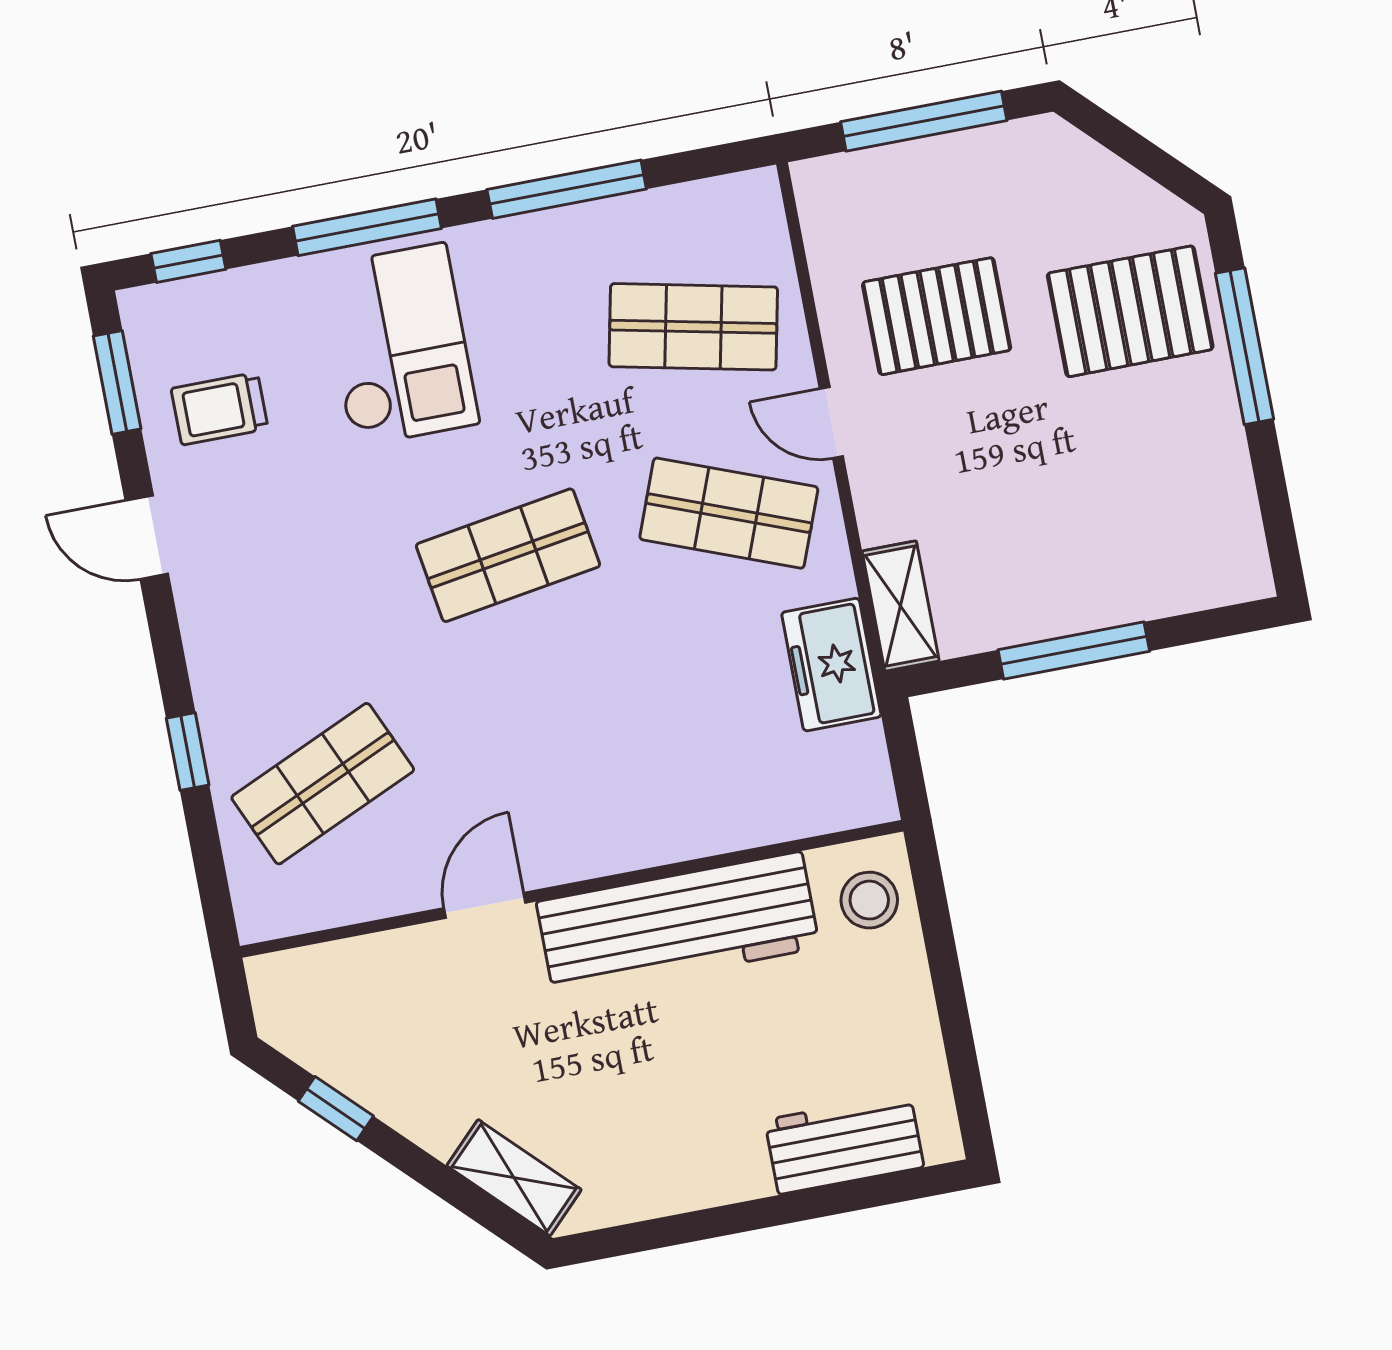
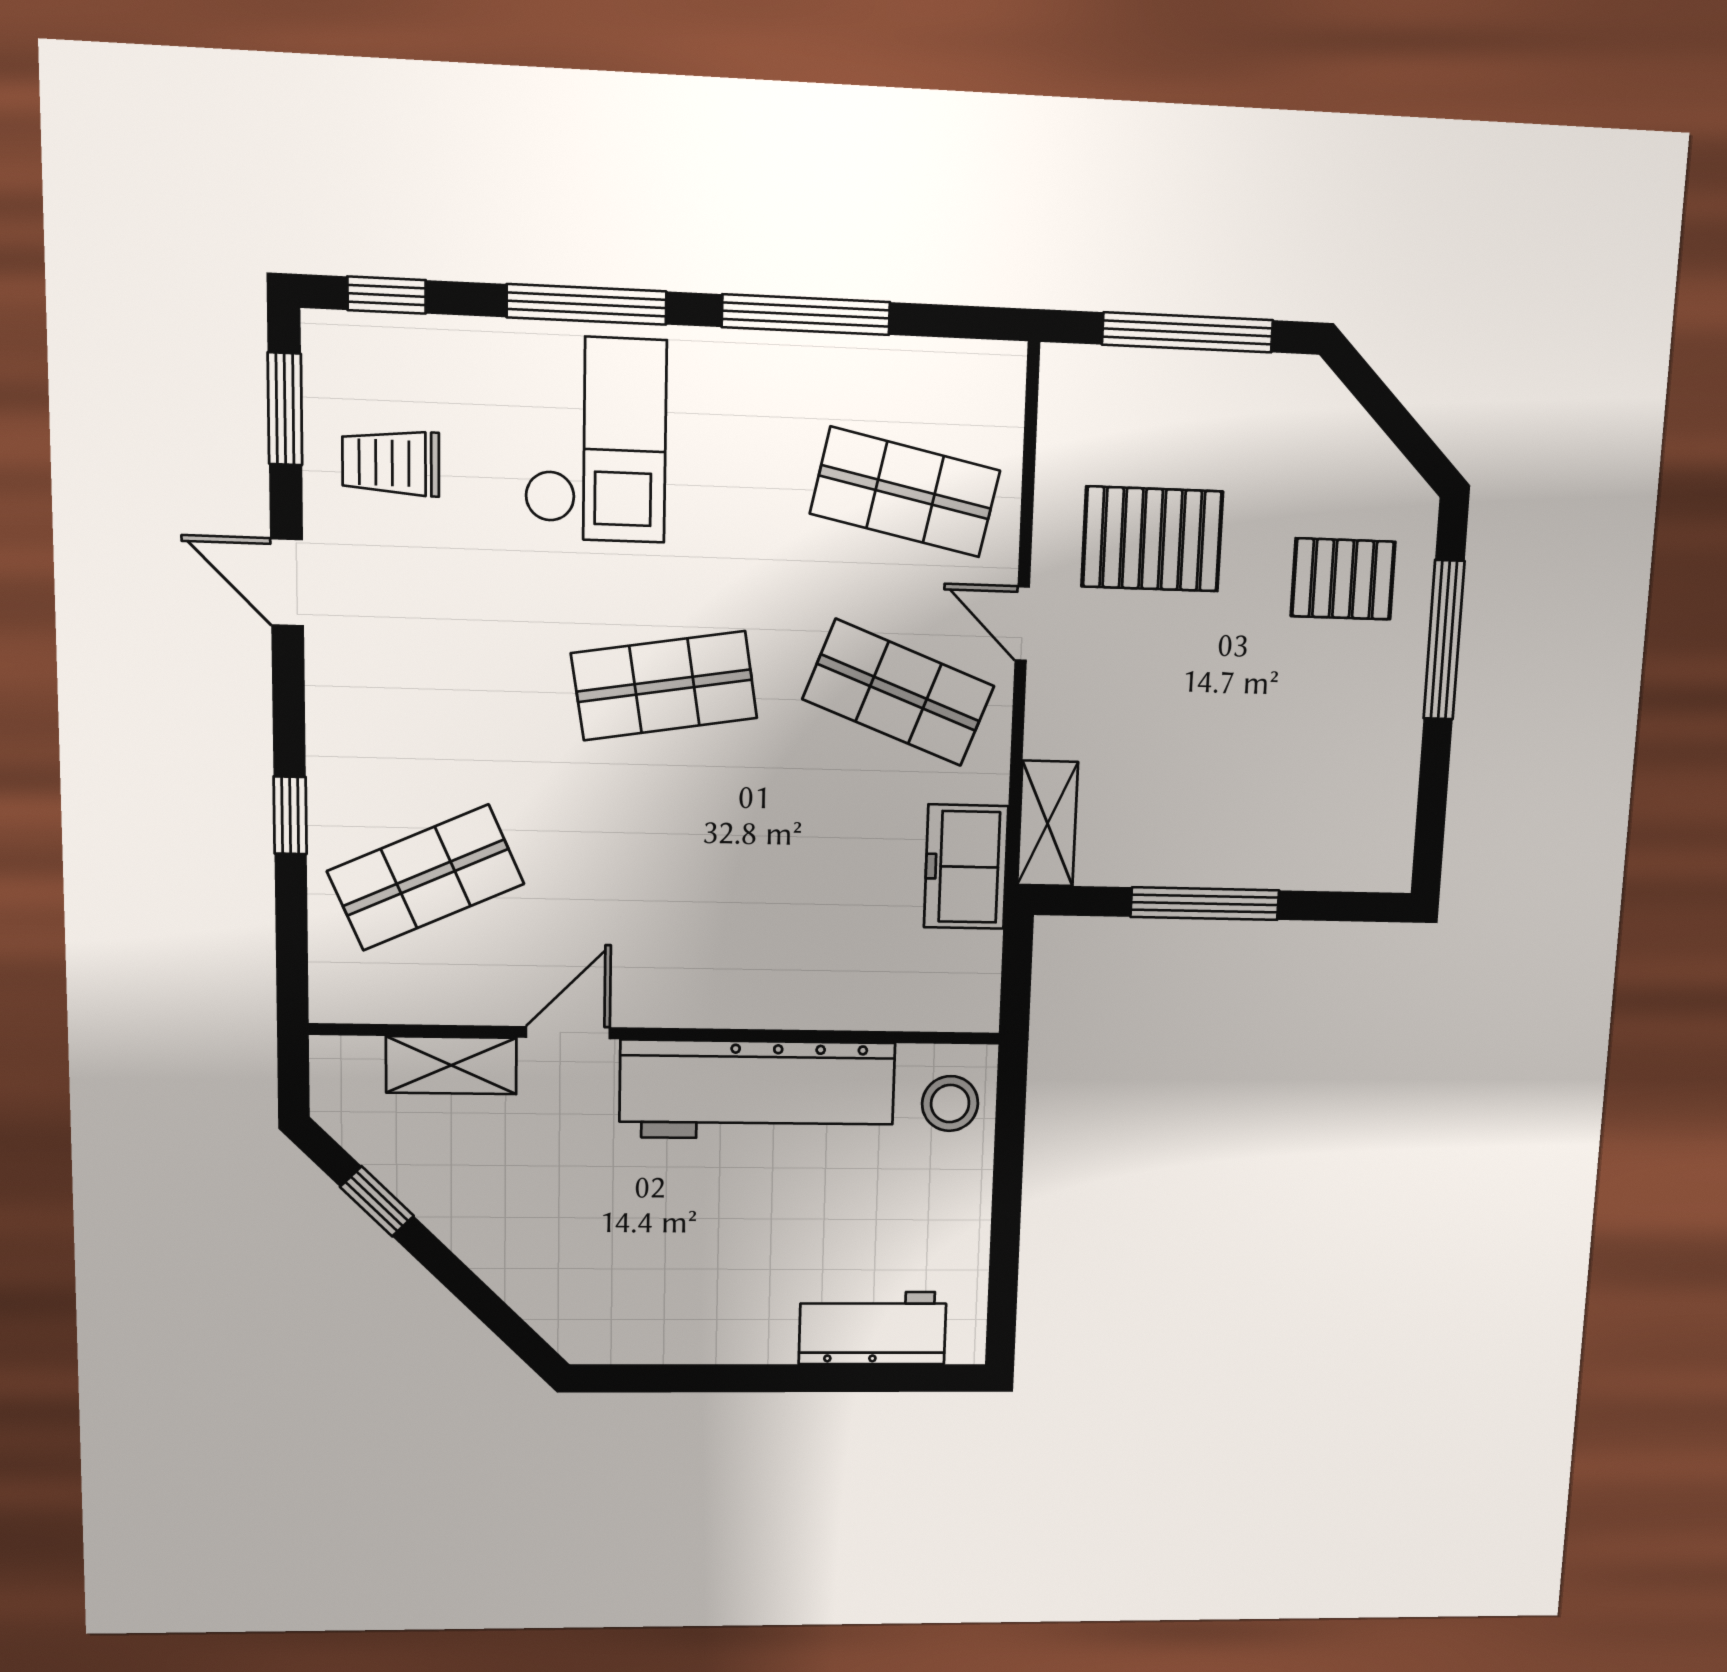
pallet: (1130, 311) -> (1343, 579), width x0.67, depth x0.71
shelving: (514, 1178) -> (451, 1065), moved, turned -45

